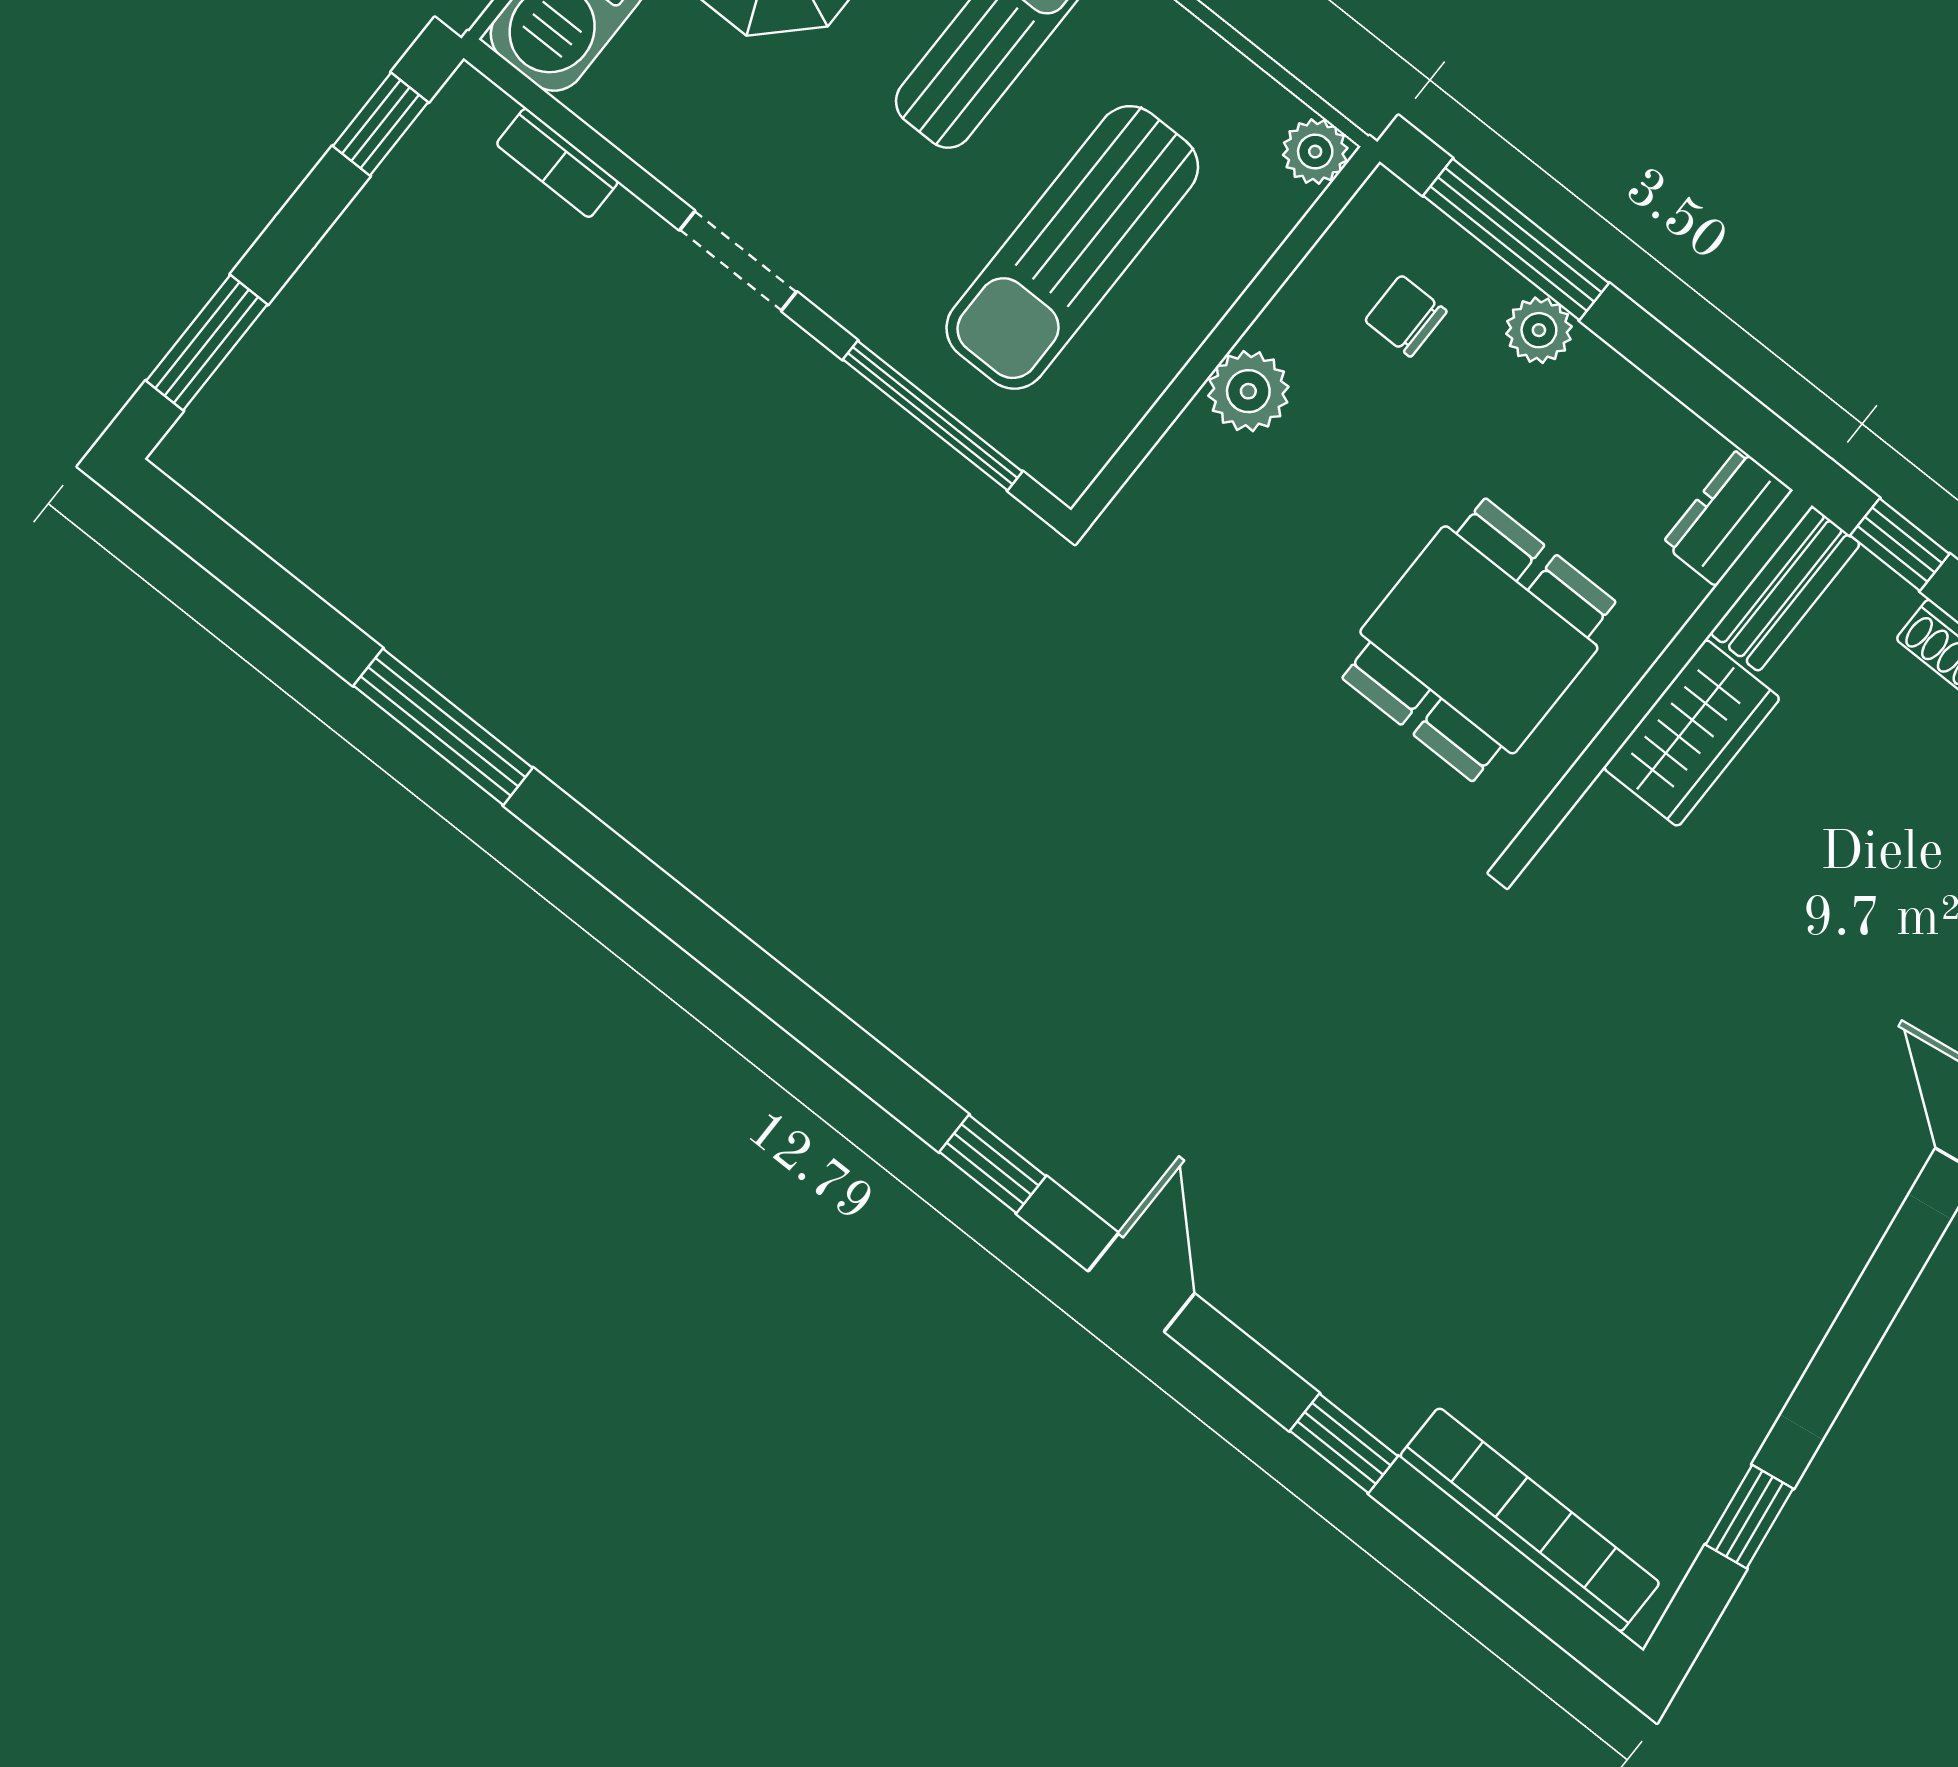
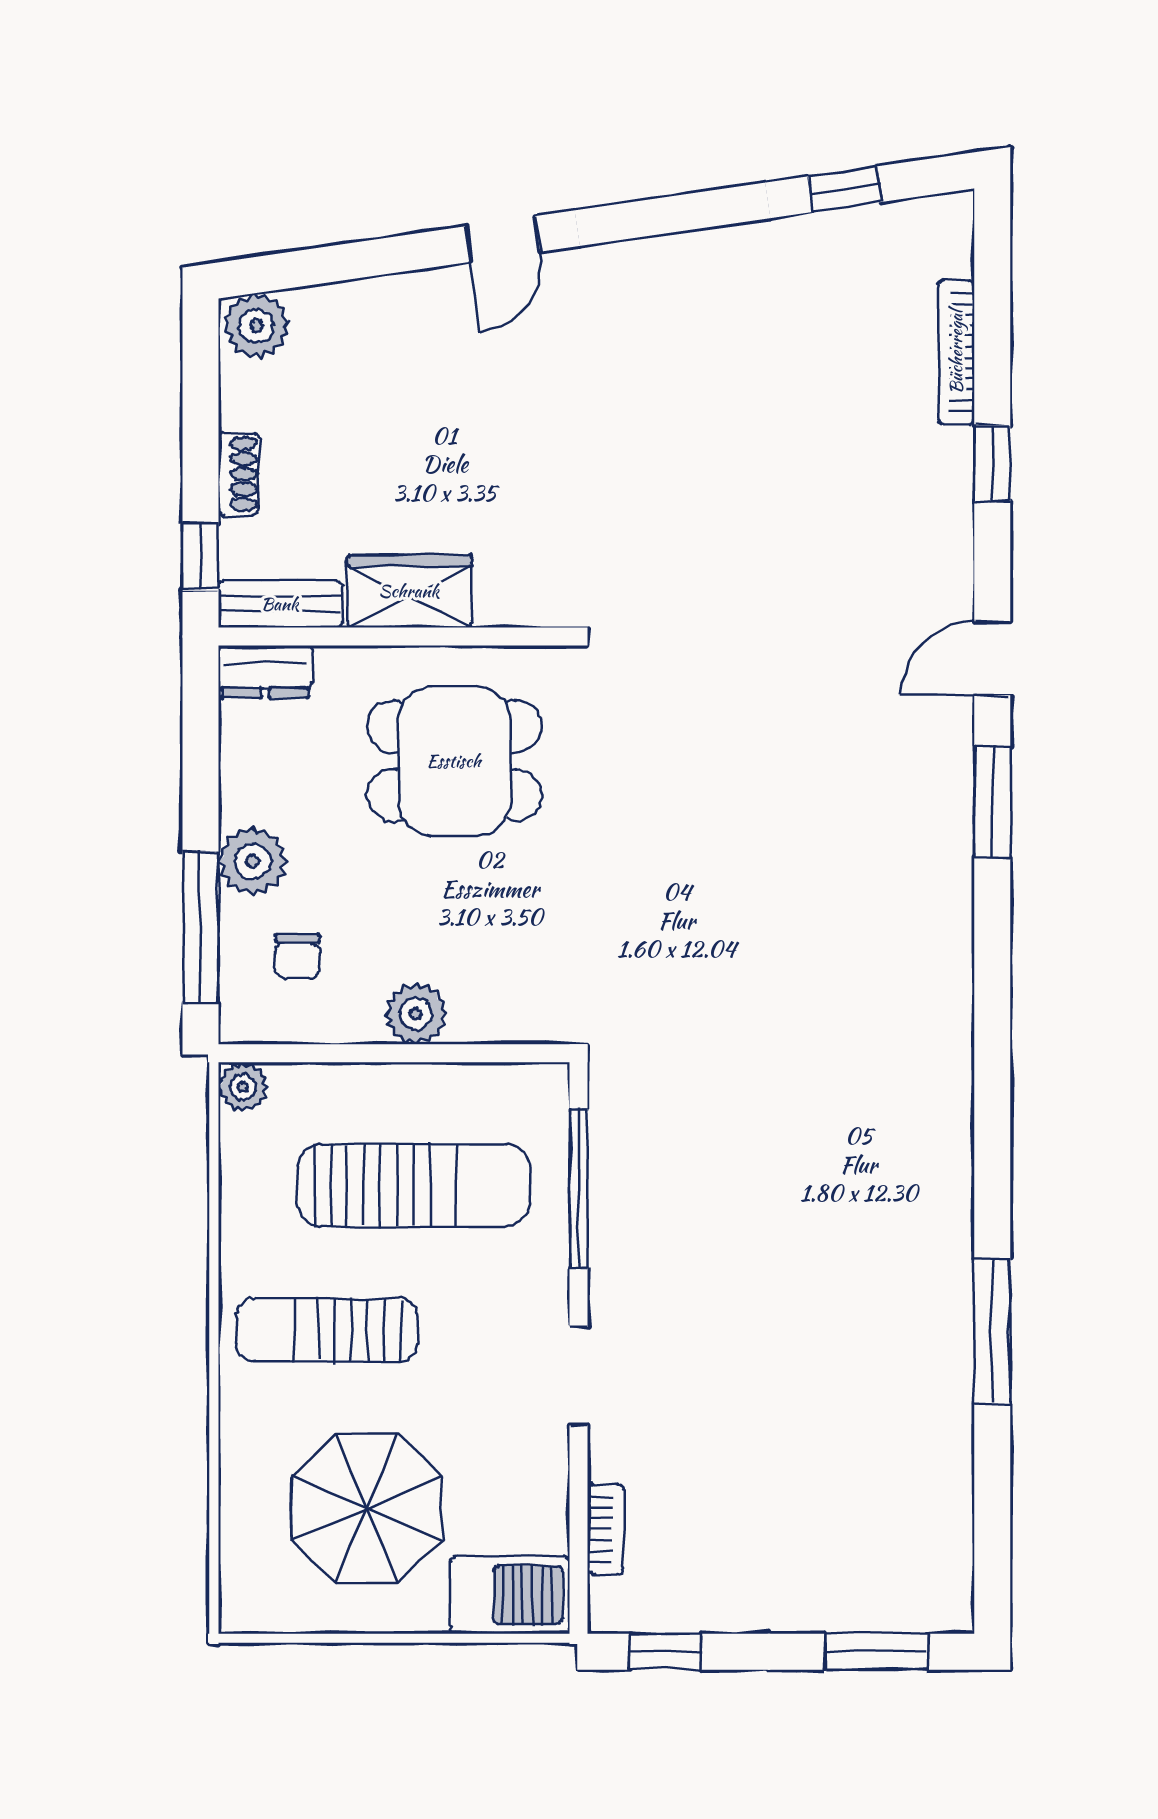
plant: (1539, 330) -> (253, 861), width x1.38, depth x1.38
window: (993, 1164) -> (992, 802), width x1.50
bookcase: (1530, 1520) -> (956, 352), width x0.68, depth x0.76

